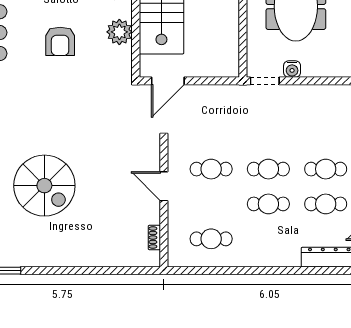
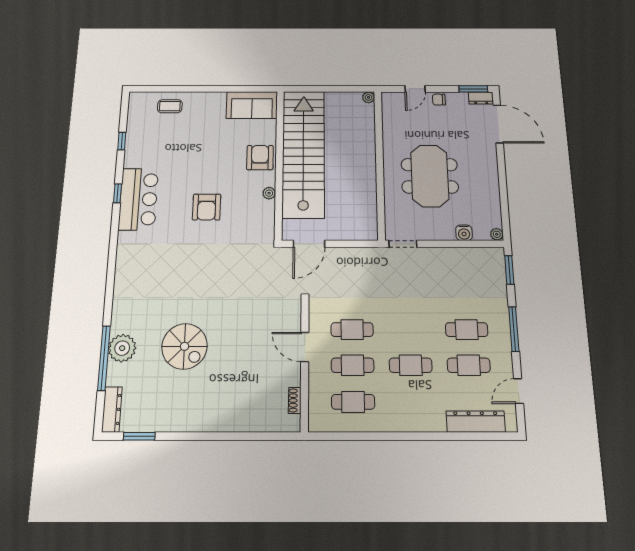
plant: (119, 32) -> (269, 193), width x0.53, depth x0.53
water cooler: (292, 69) -> (464, 233), moved
cafe table: (268, 169) -> (353, 365), moved
spiral stairs: (44, 186) -> (184, 346), width x0.73, depth x0.73

